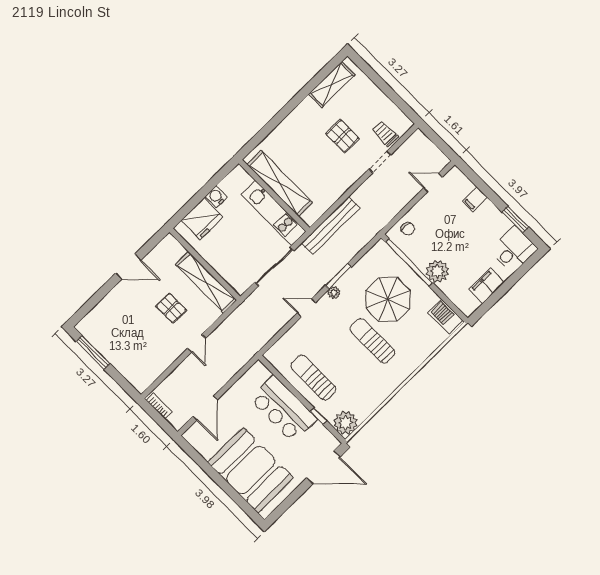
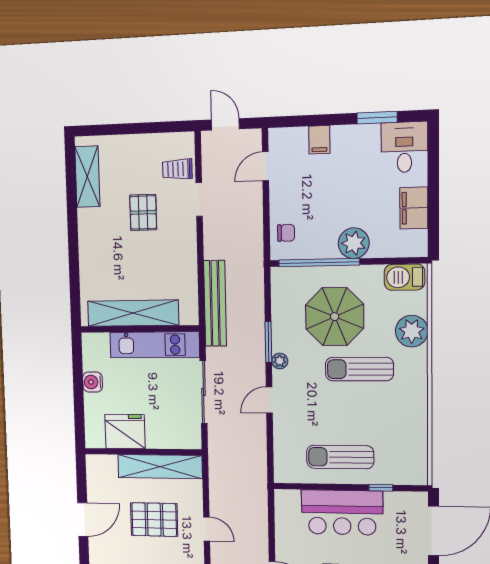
pallet: (342, 136) -> (143, 212), turned 90
door: (435, 138) -> (225, 124), added
fridge: (202, 219) -> (125, 431), moved, turned -90
pallet: (171, 308) -> (154, 520), width x1.50, depth x1.42
plant: (345, 423) -> (412, 331), moved

